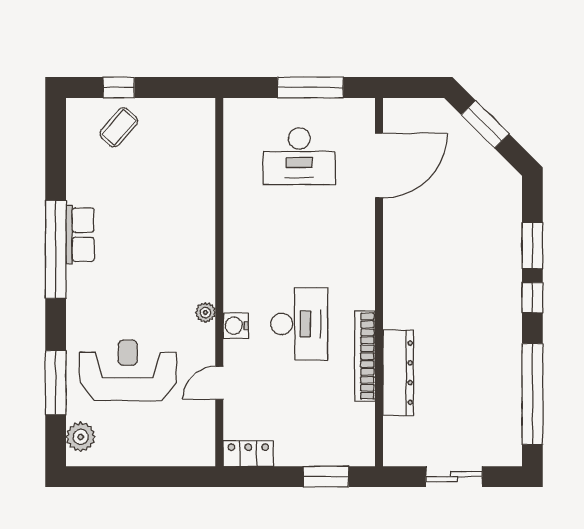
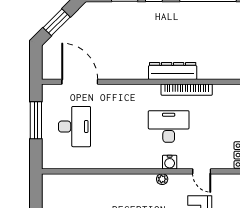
dresser: (398, 373) -> (173, 71), moved

